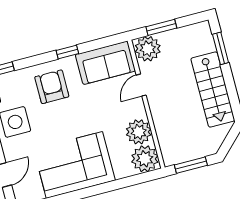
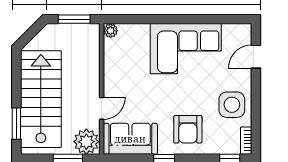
stairs: (213, 89) -> (41, 99), width x1.36, depth x1.51
plant: (139, 132) -> (116, 64), removed
plant: (145, 159) -> (111, 31), width x0.53, depth x0.53

